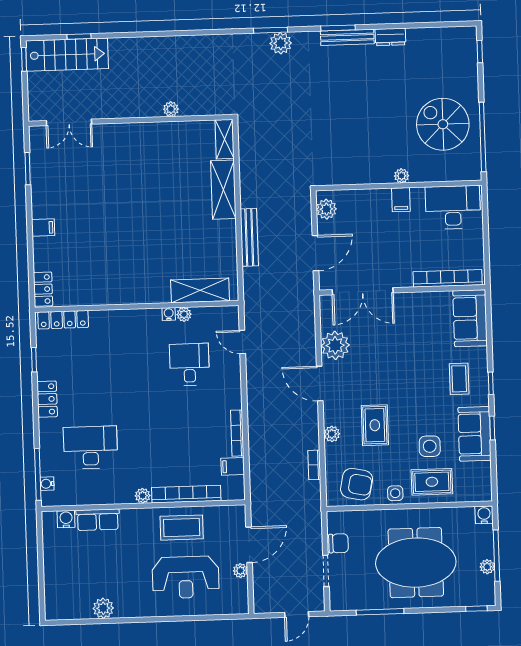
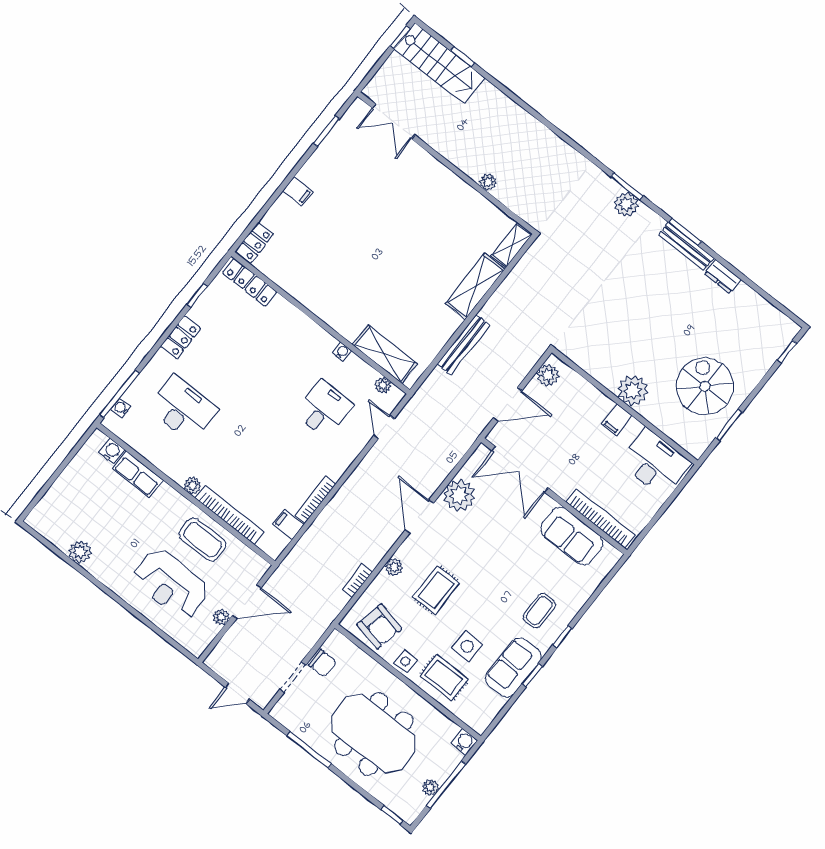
window: (483, 137) -> (729, 425), width x0.47
plant: (401, 176) -> (633, 390), width x1.88, depth x1.88
plant: (184, 314) -> (383, 385), moved
sofa: (470, 318) -> (572, 536), moved, turned -90

